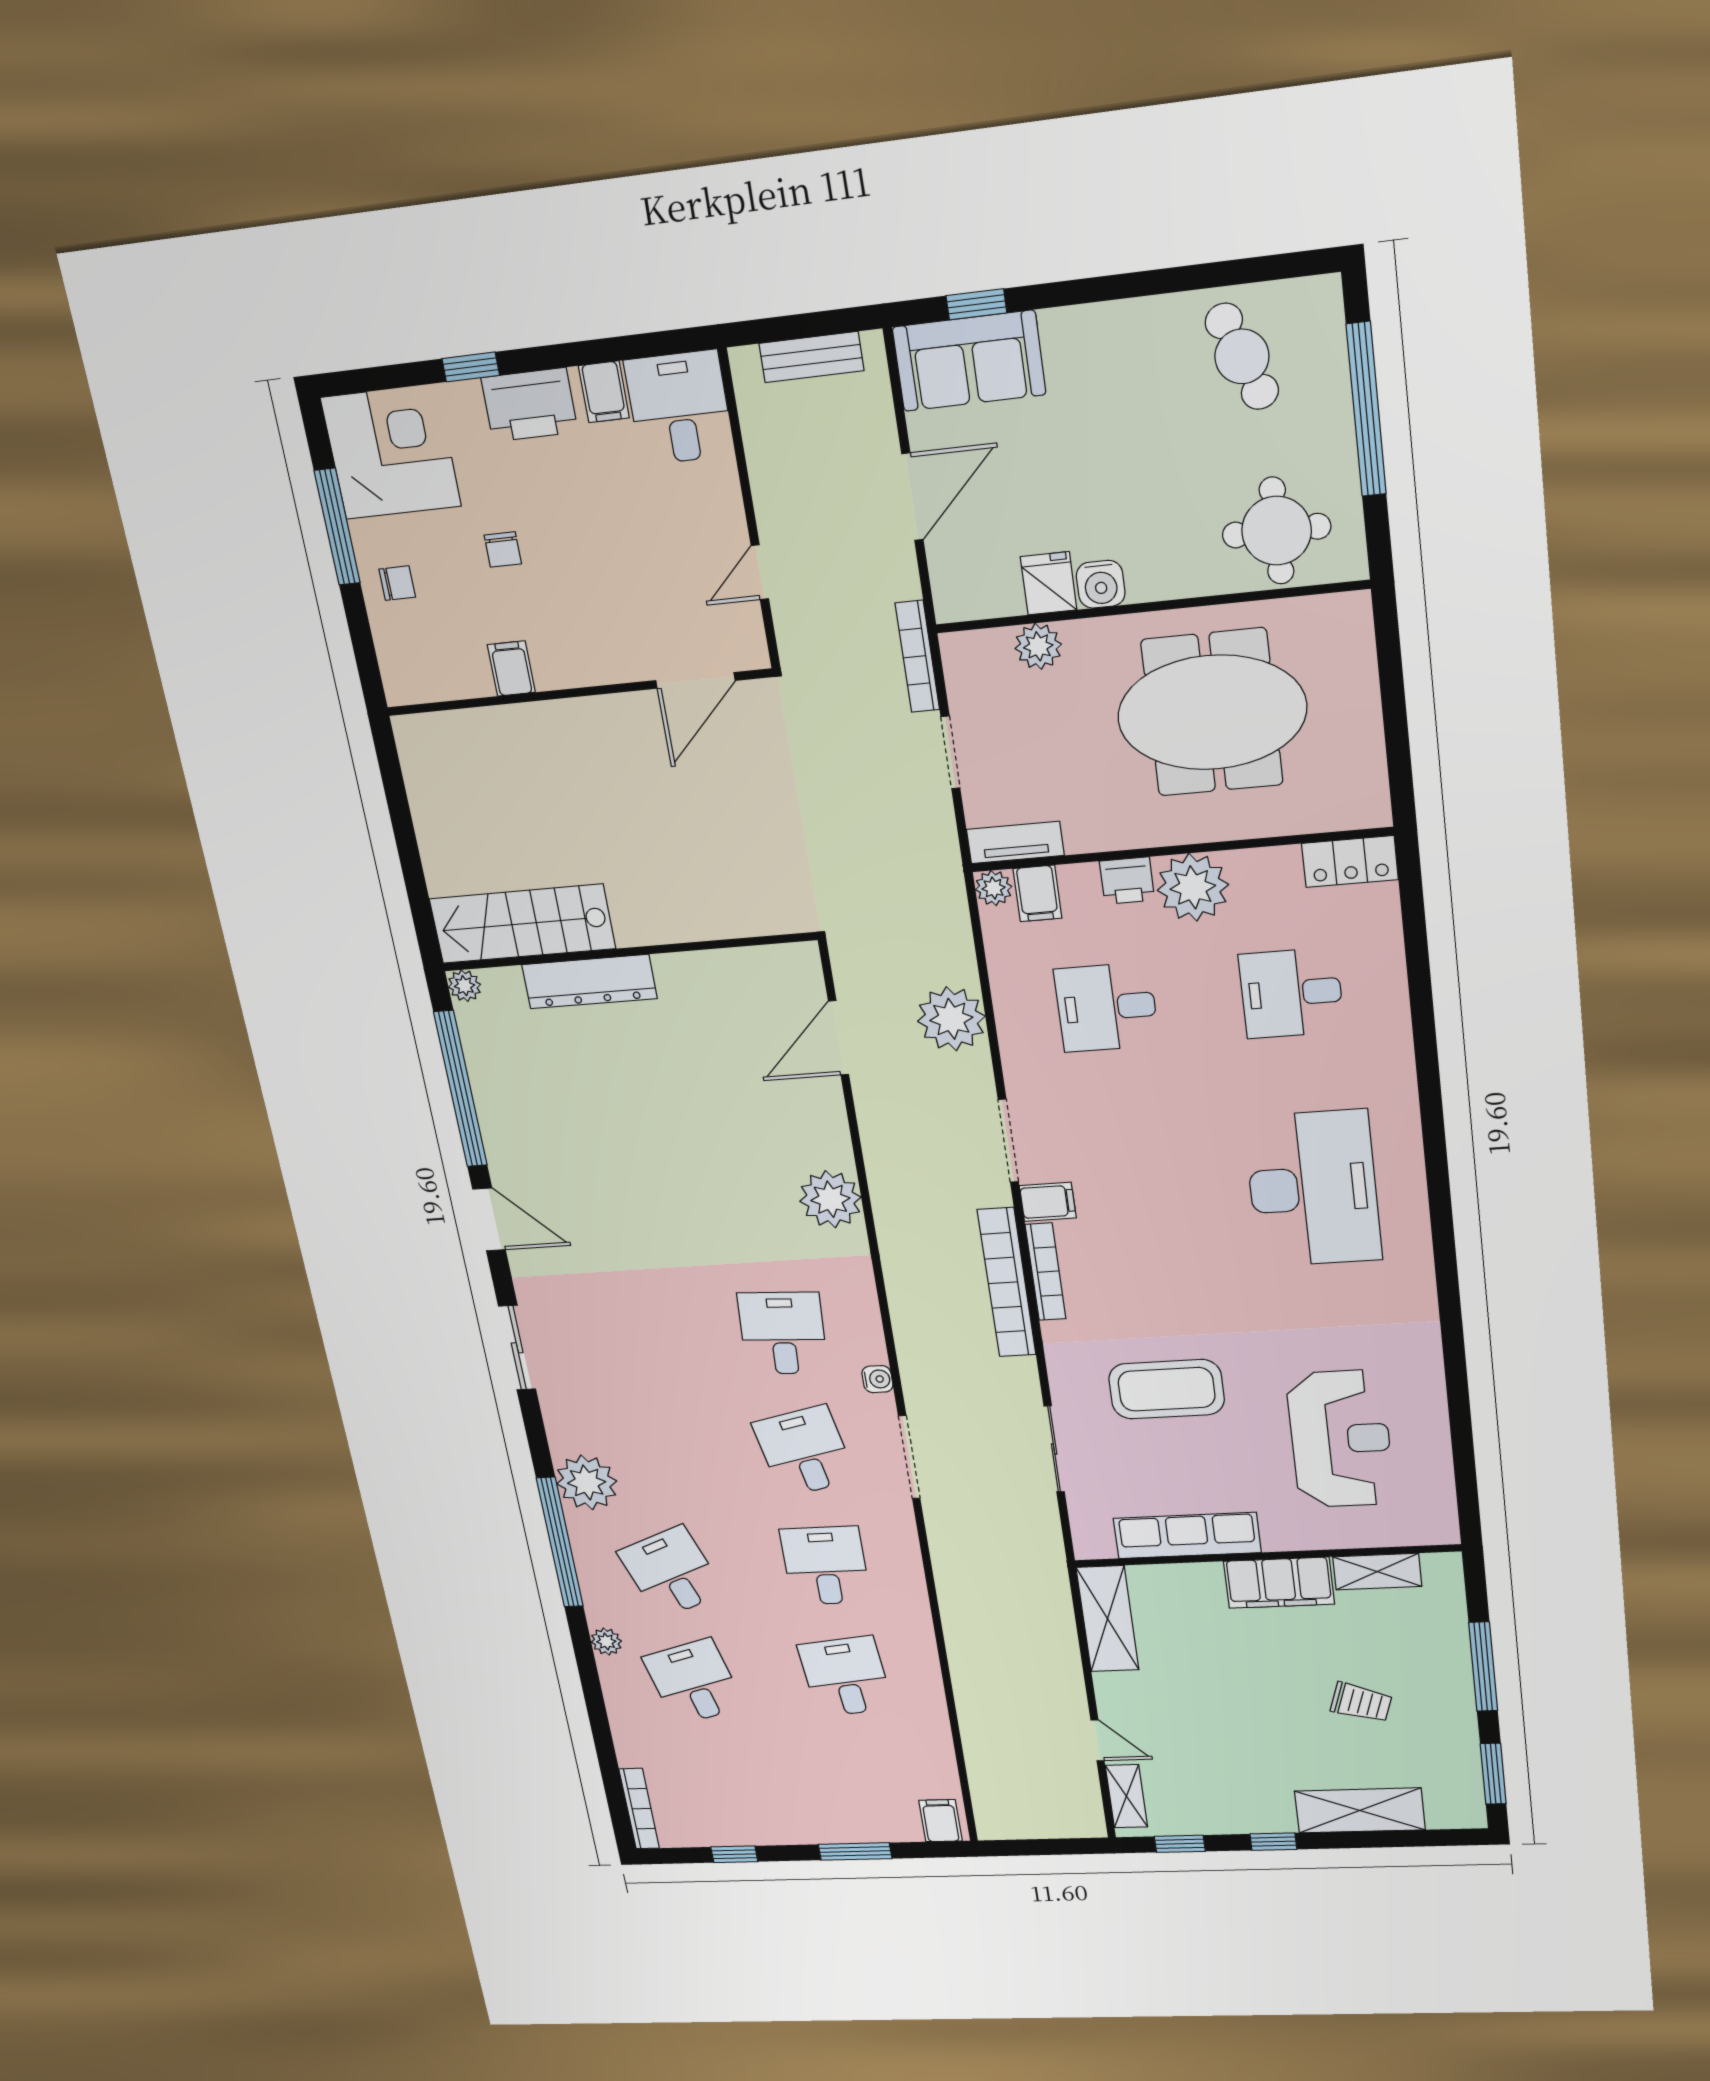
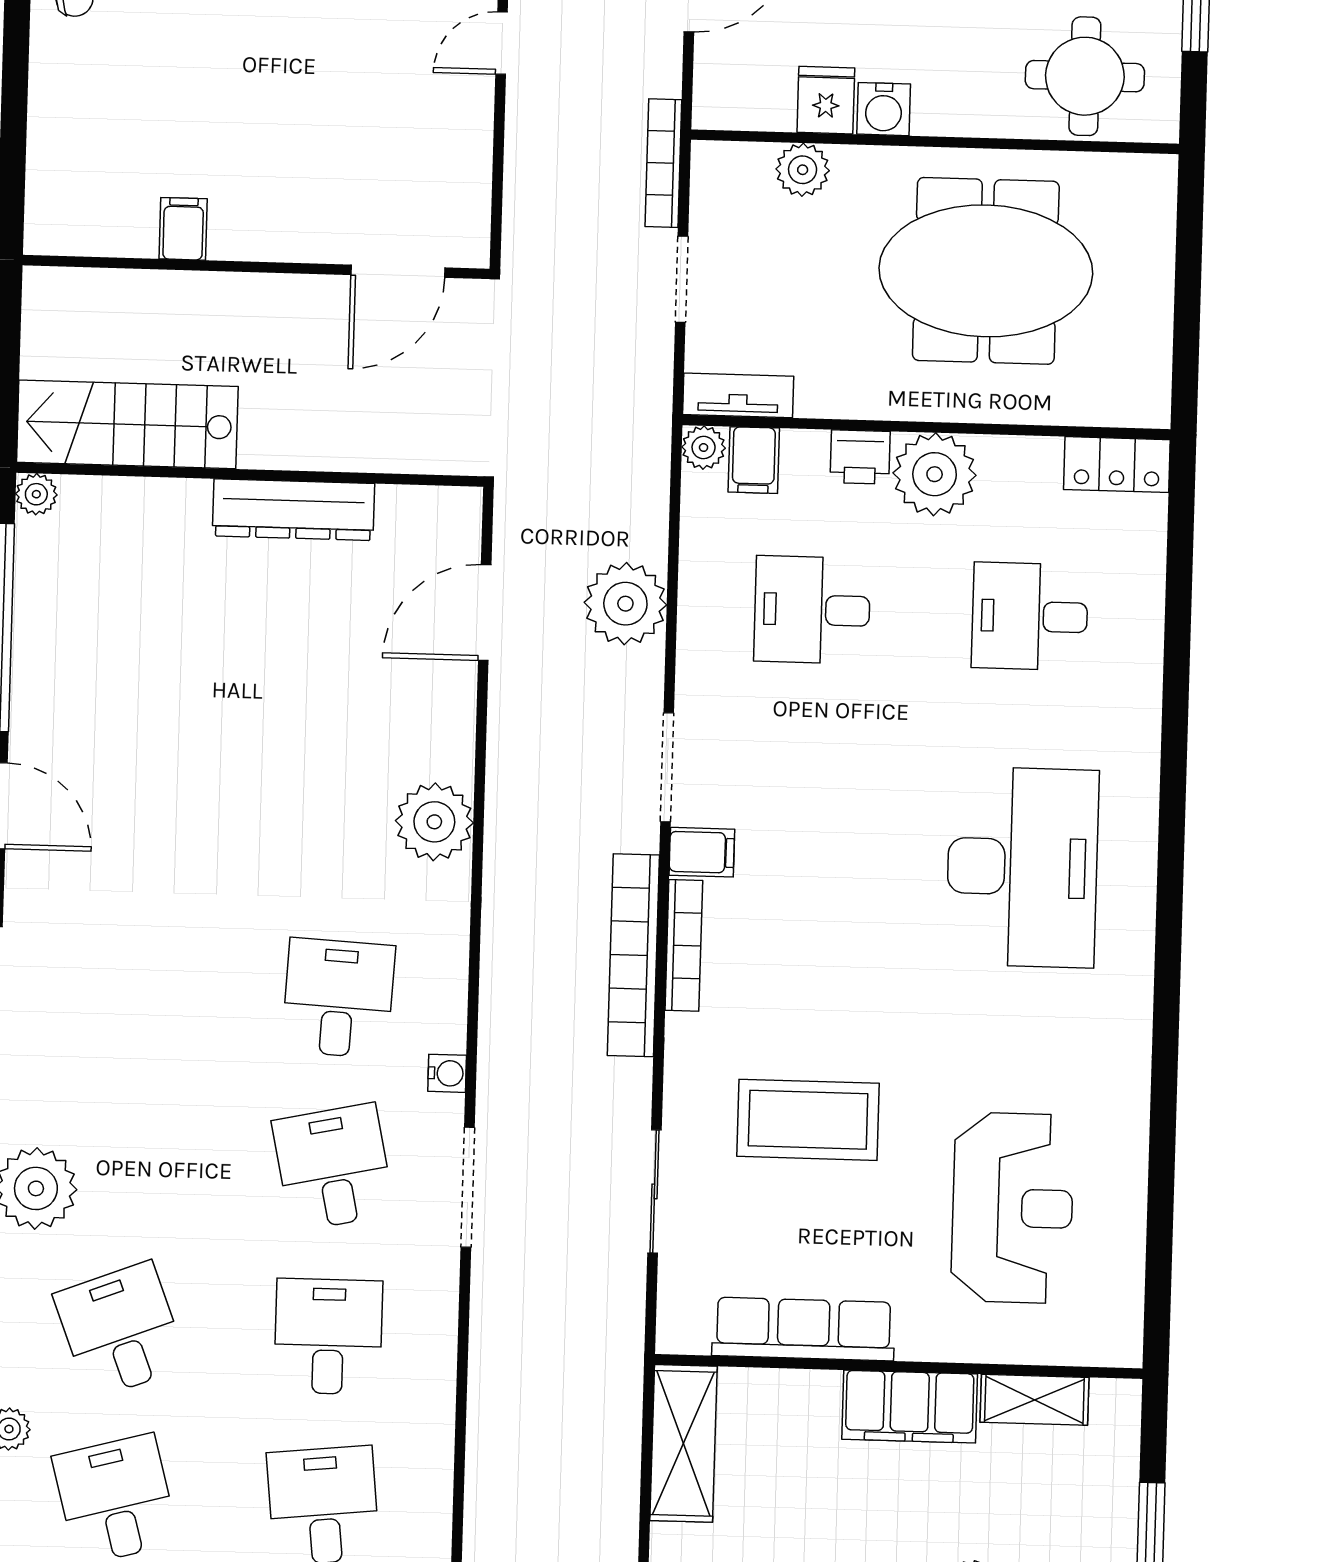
filing cabinet: (511, 668) -> (183, 229), moved
door: (695, 680) -> (398, 271), moved
wall: (578, 692) -> (256, 267), moved
dresser: (589, 982) -> (294, 510), moved

